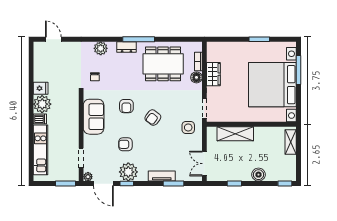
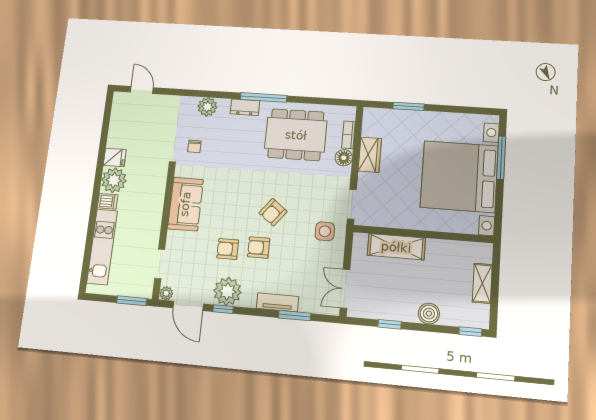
window: (259, 39) -> (408, 106), moved
armchair: (126, 106) -> (259, 248), moved, turned 90
shelving: (291, 142) -> (482, 283), moved

